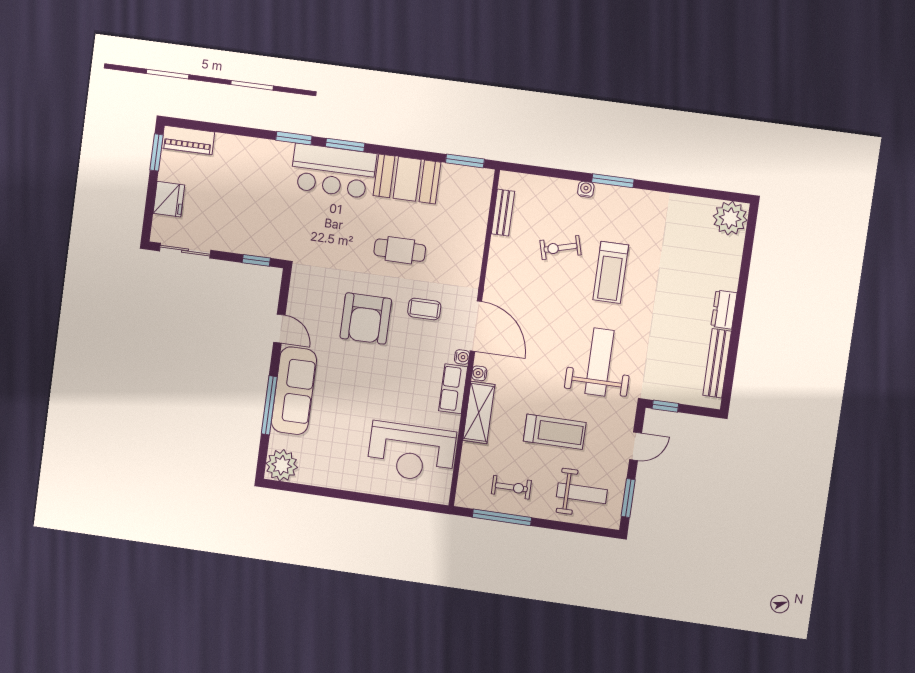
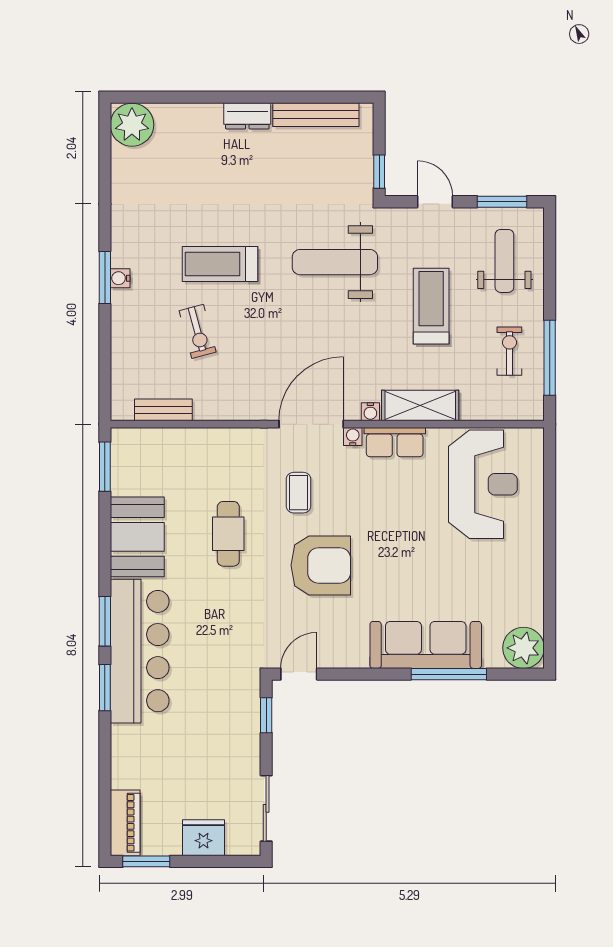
bar counter: (333, 171) -> (140, 651), width x1.36
water cooler: (586, 189) -> (120, 278), moved
treadmill: (611, 272) -> (220, 264), turned 180
door: (279, 329) -> (299, 674), moved

